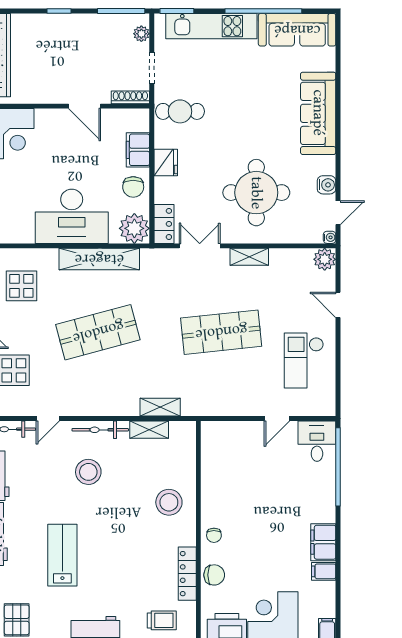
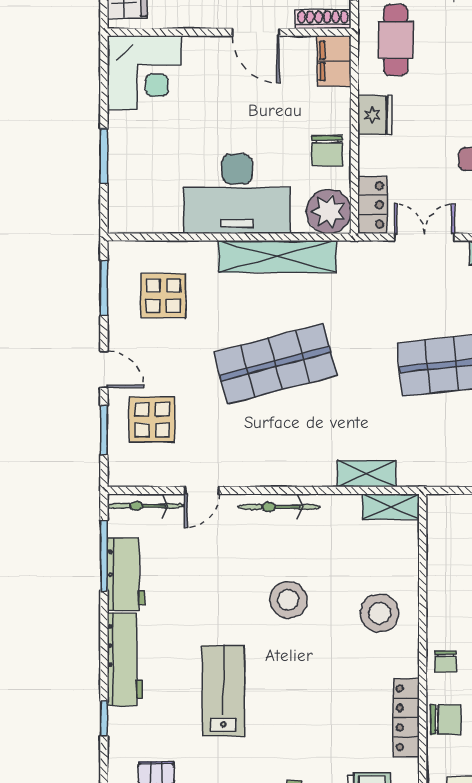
cafe table: (180, 111) -> (396, 40), turned 90
filing cabinet: (138, 150) -> (334, 61), moved
shelving: (149, 430) -> (391, 507), moved
stool: (88, 472) -> (288, 600), moved

